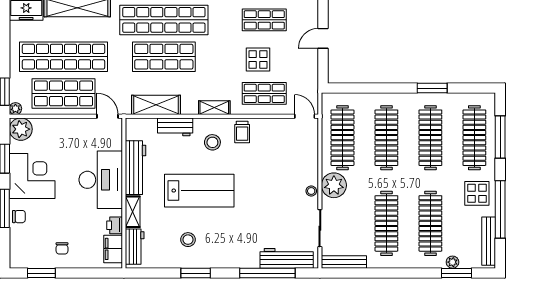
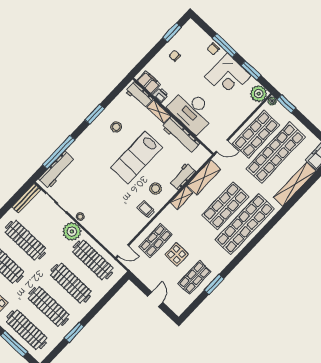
shelving: (214, 108) -> (182, 198), moved

